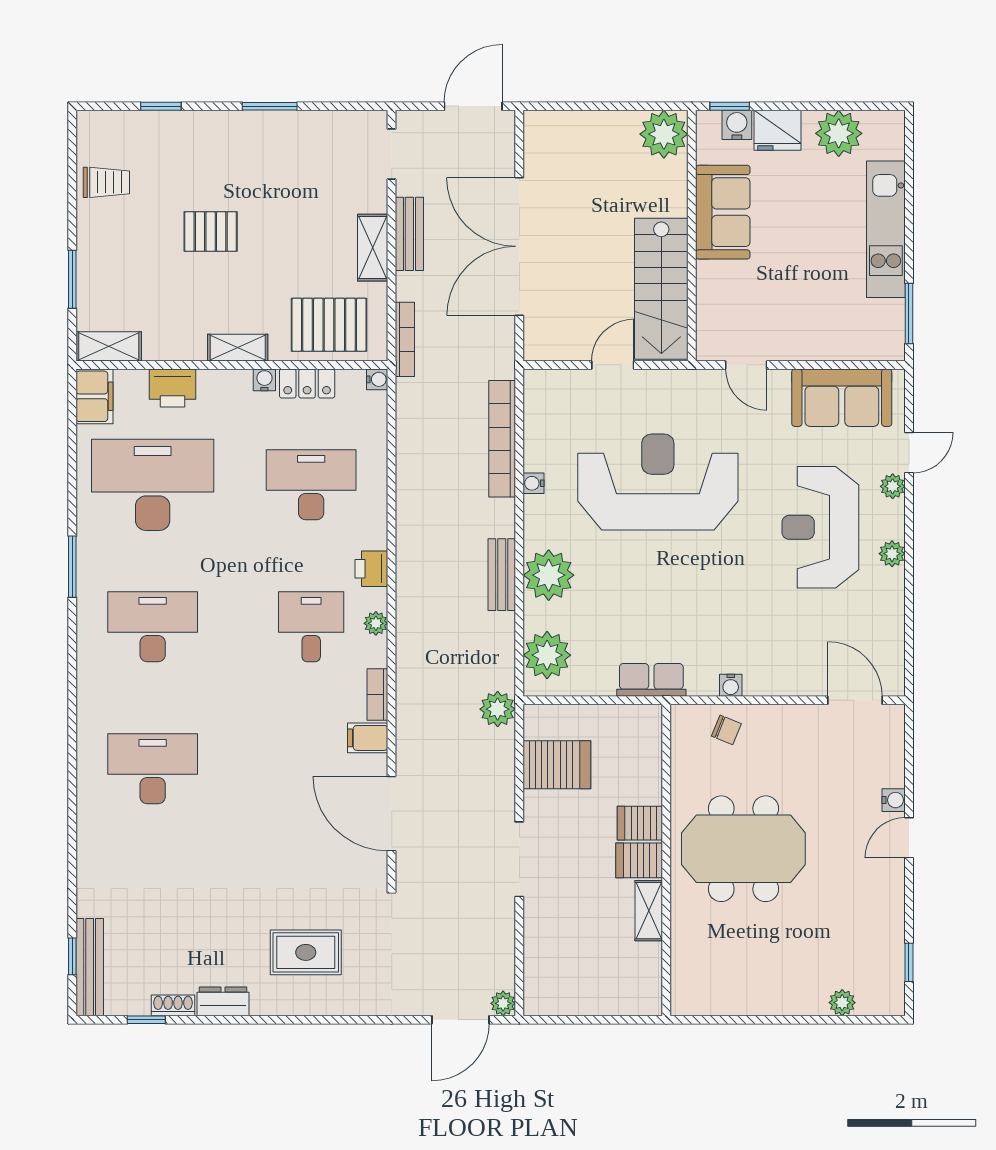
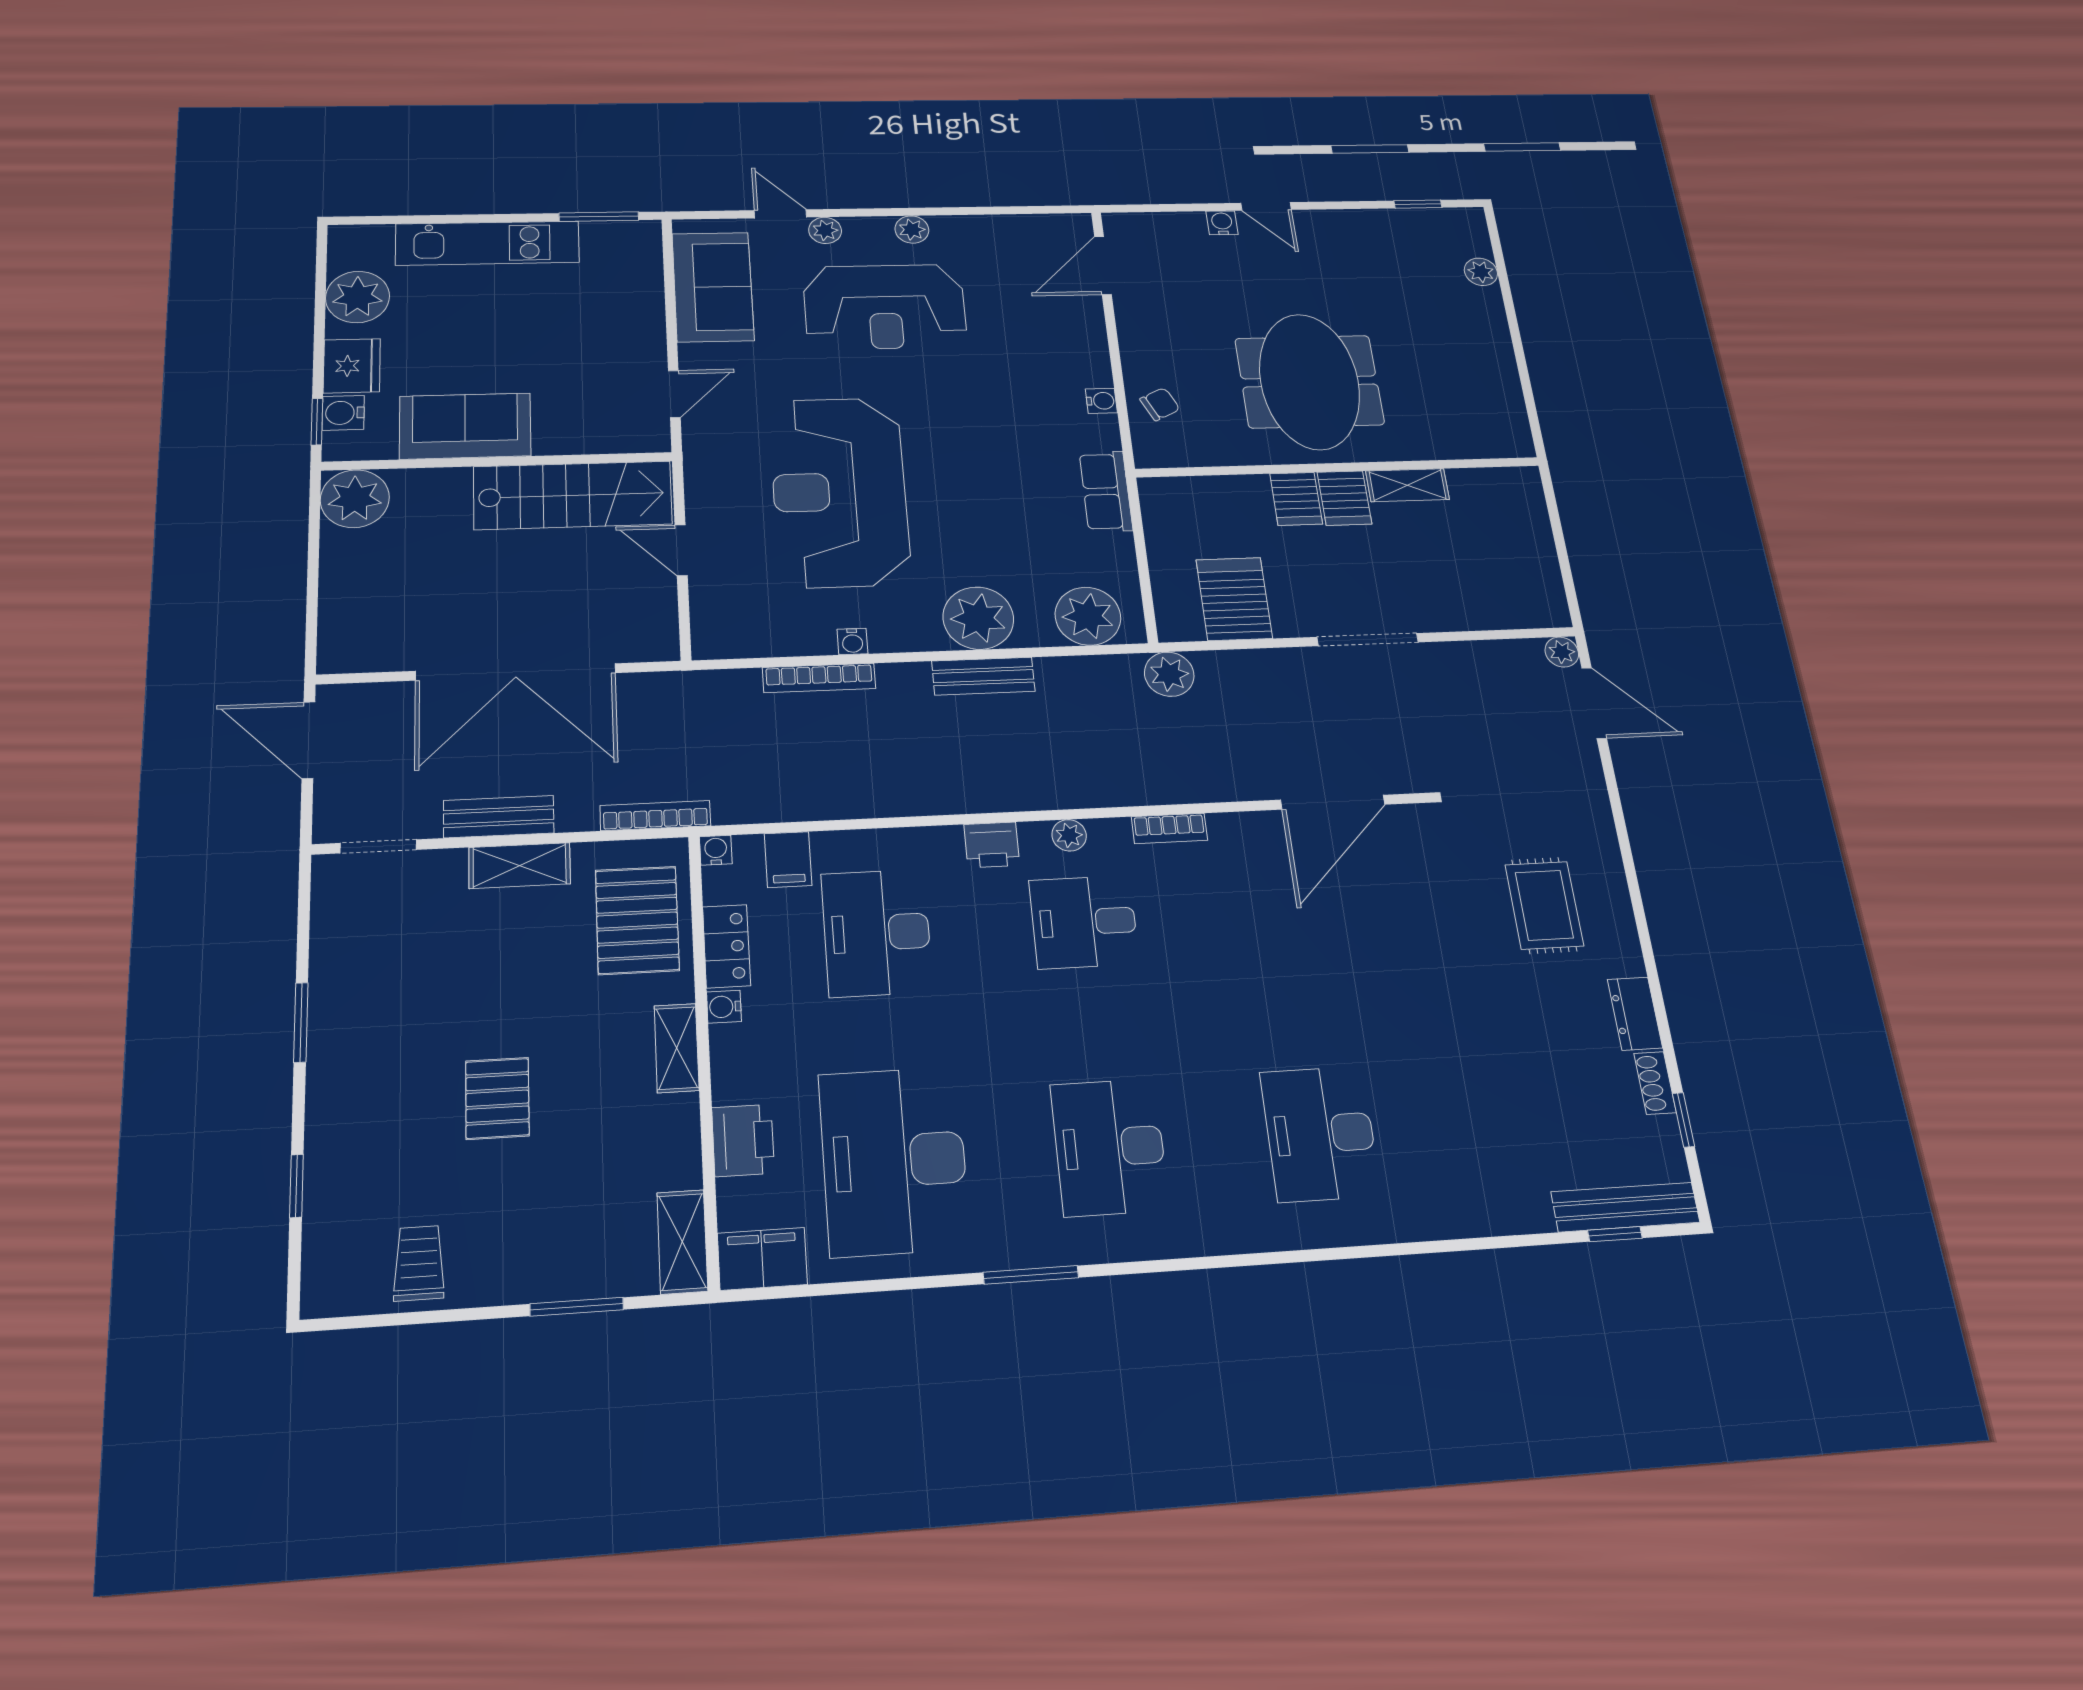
bookcase: (502, 439) -> (819, 678), width x0.68, depth x0.76
chair: (726, 730) -> (1160, 404), turned 42
filing cabinet: (368, 738) -> (788, 860), moved

